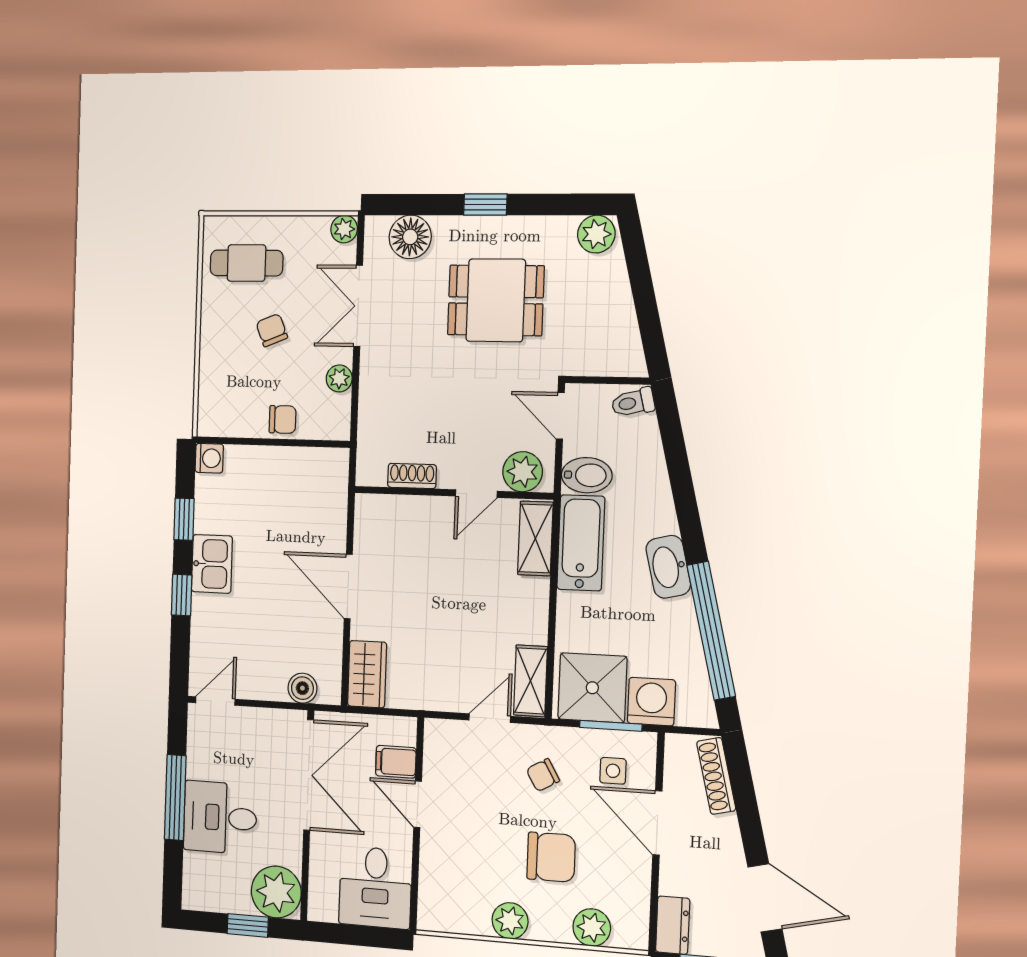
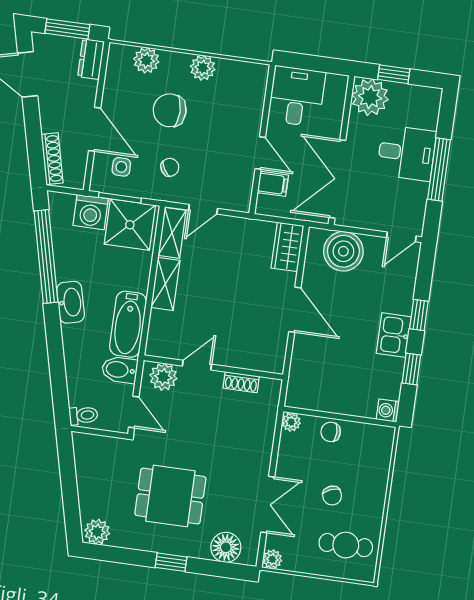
plant: (339, 378) -> (291, 422), moved
shelving: (535, 538) -> (165, 284), moved
boiler: (302, 688) -> (343, 251), width x1.86, depth x1.86

